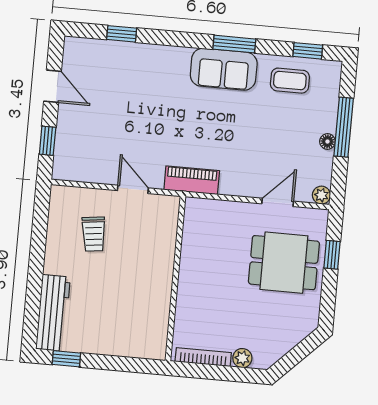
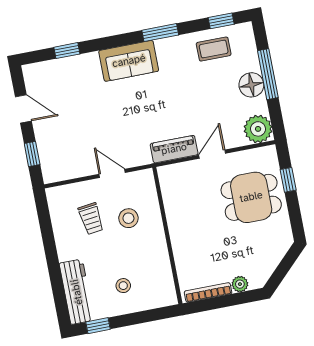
sofa: (224, 69) -> (129, 61), moved
floor lamp: (327, 142) -> (251, 85), width x1.89, depth x1.89
piano: (192, 180) -> (174, 149), moved
plant: (321, 195) -> (258, 129), width x1.88, depth x1.88
door: (278, 202) -> (212, 154), moved
stool: (137, 246) -> (128, 218), added
stool: (108, 321) -> (123, 286), added

